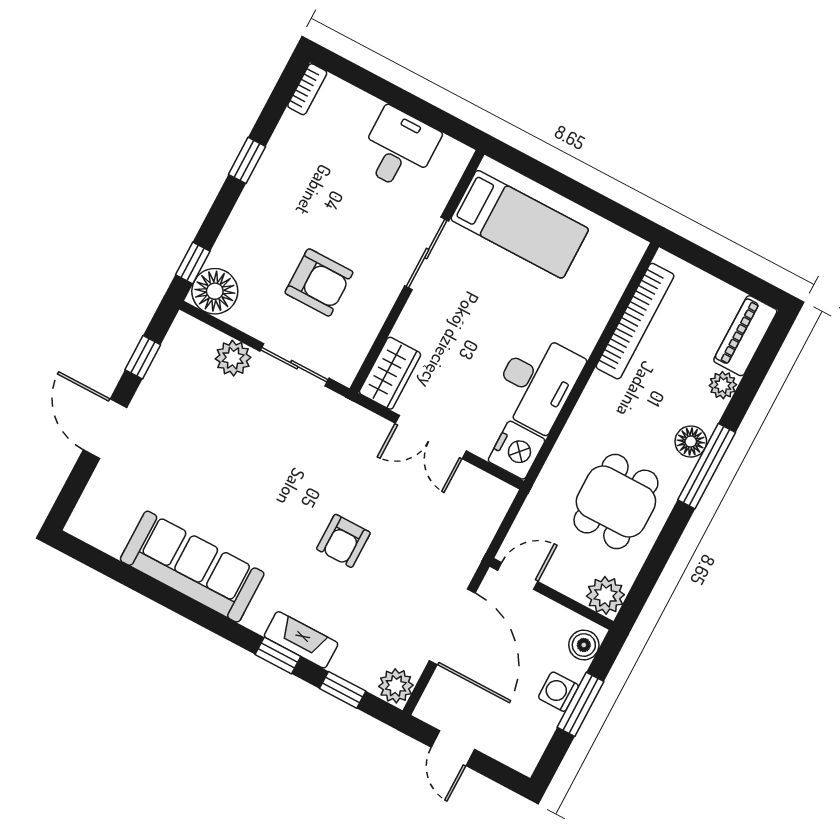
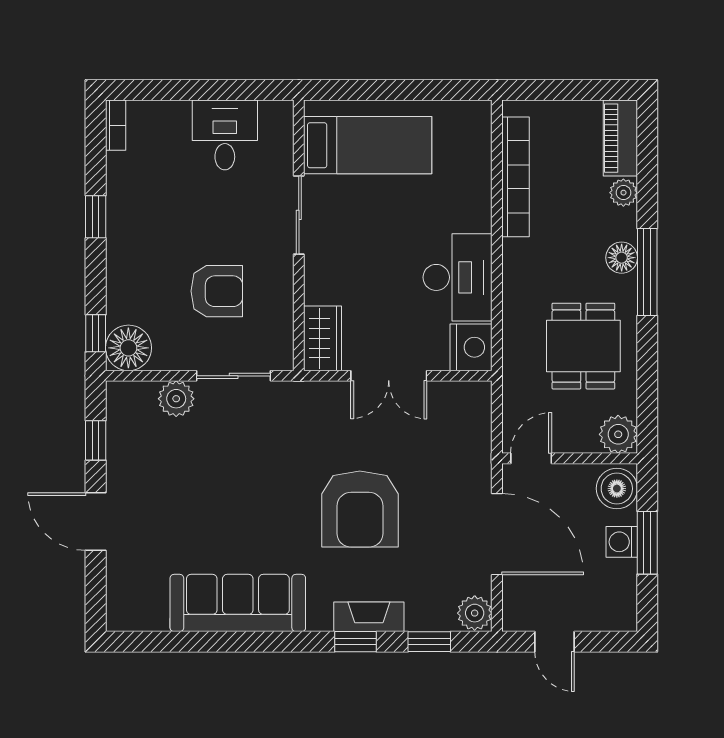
armchair: (343, 541) -> (360, 509), width x1.88, depth x1.88
boiler: (584, 645) -> (617, 489), width x1.36, depth x1.36

